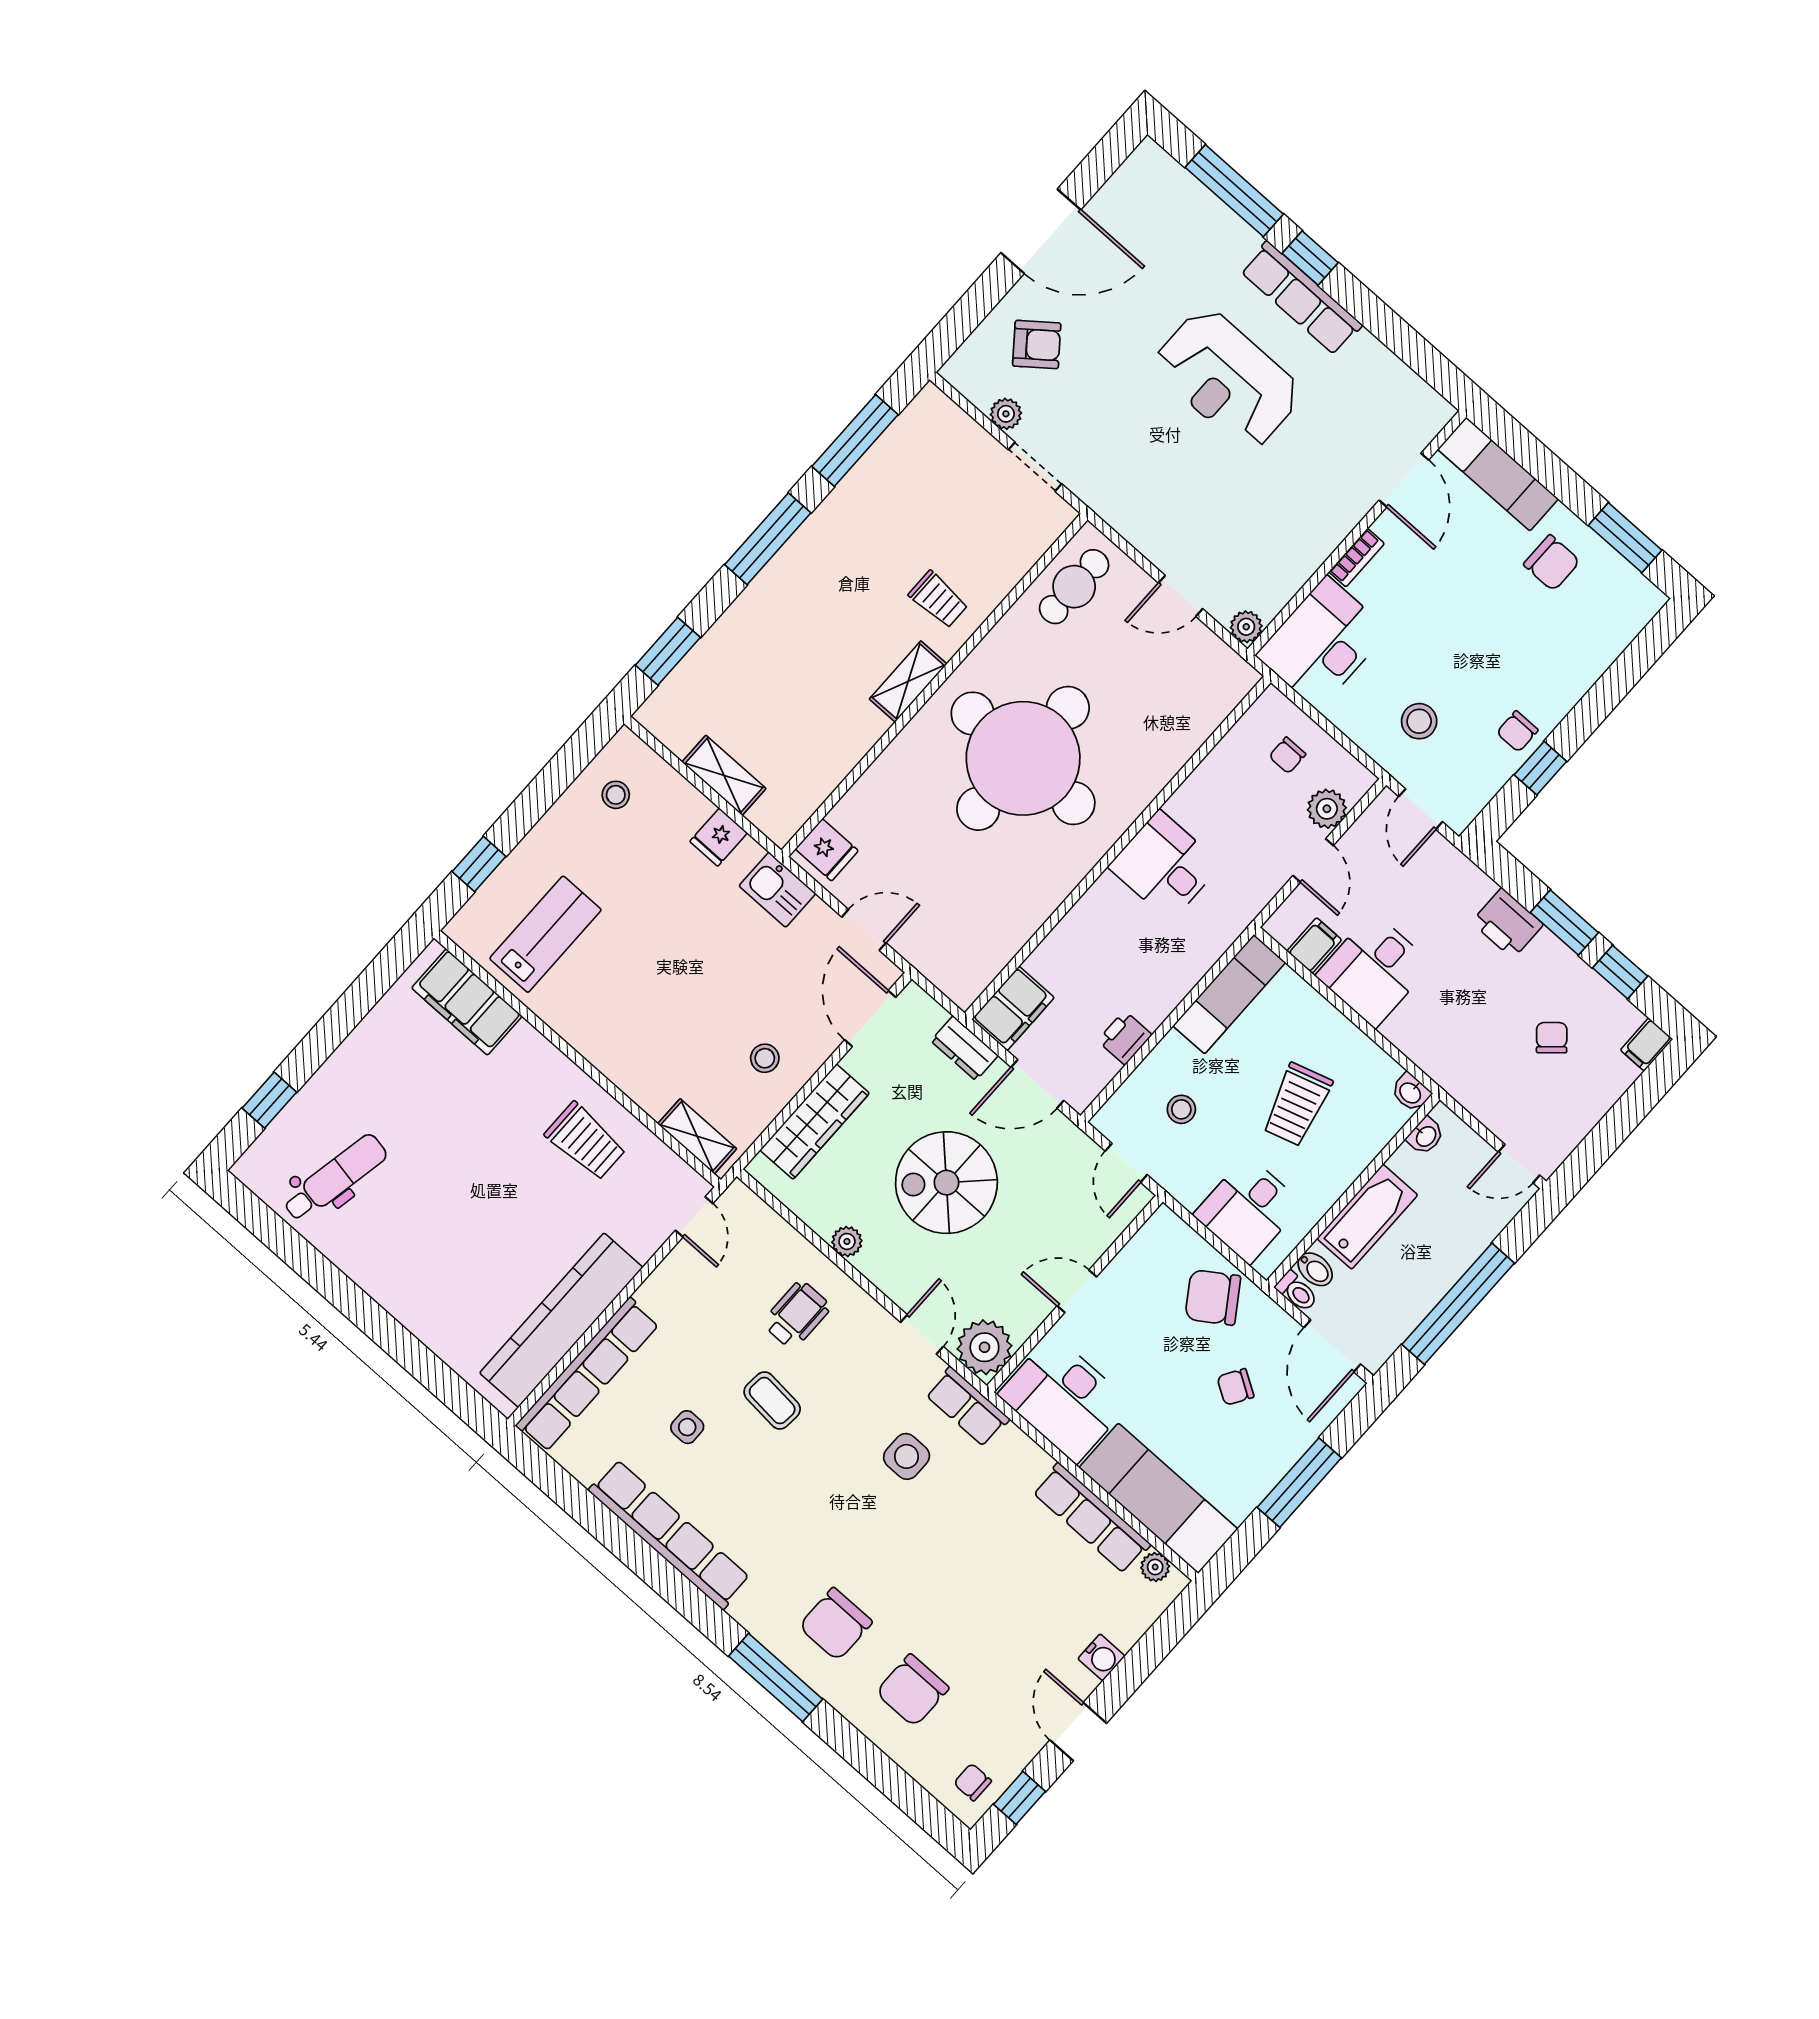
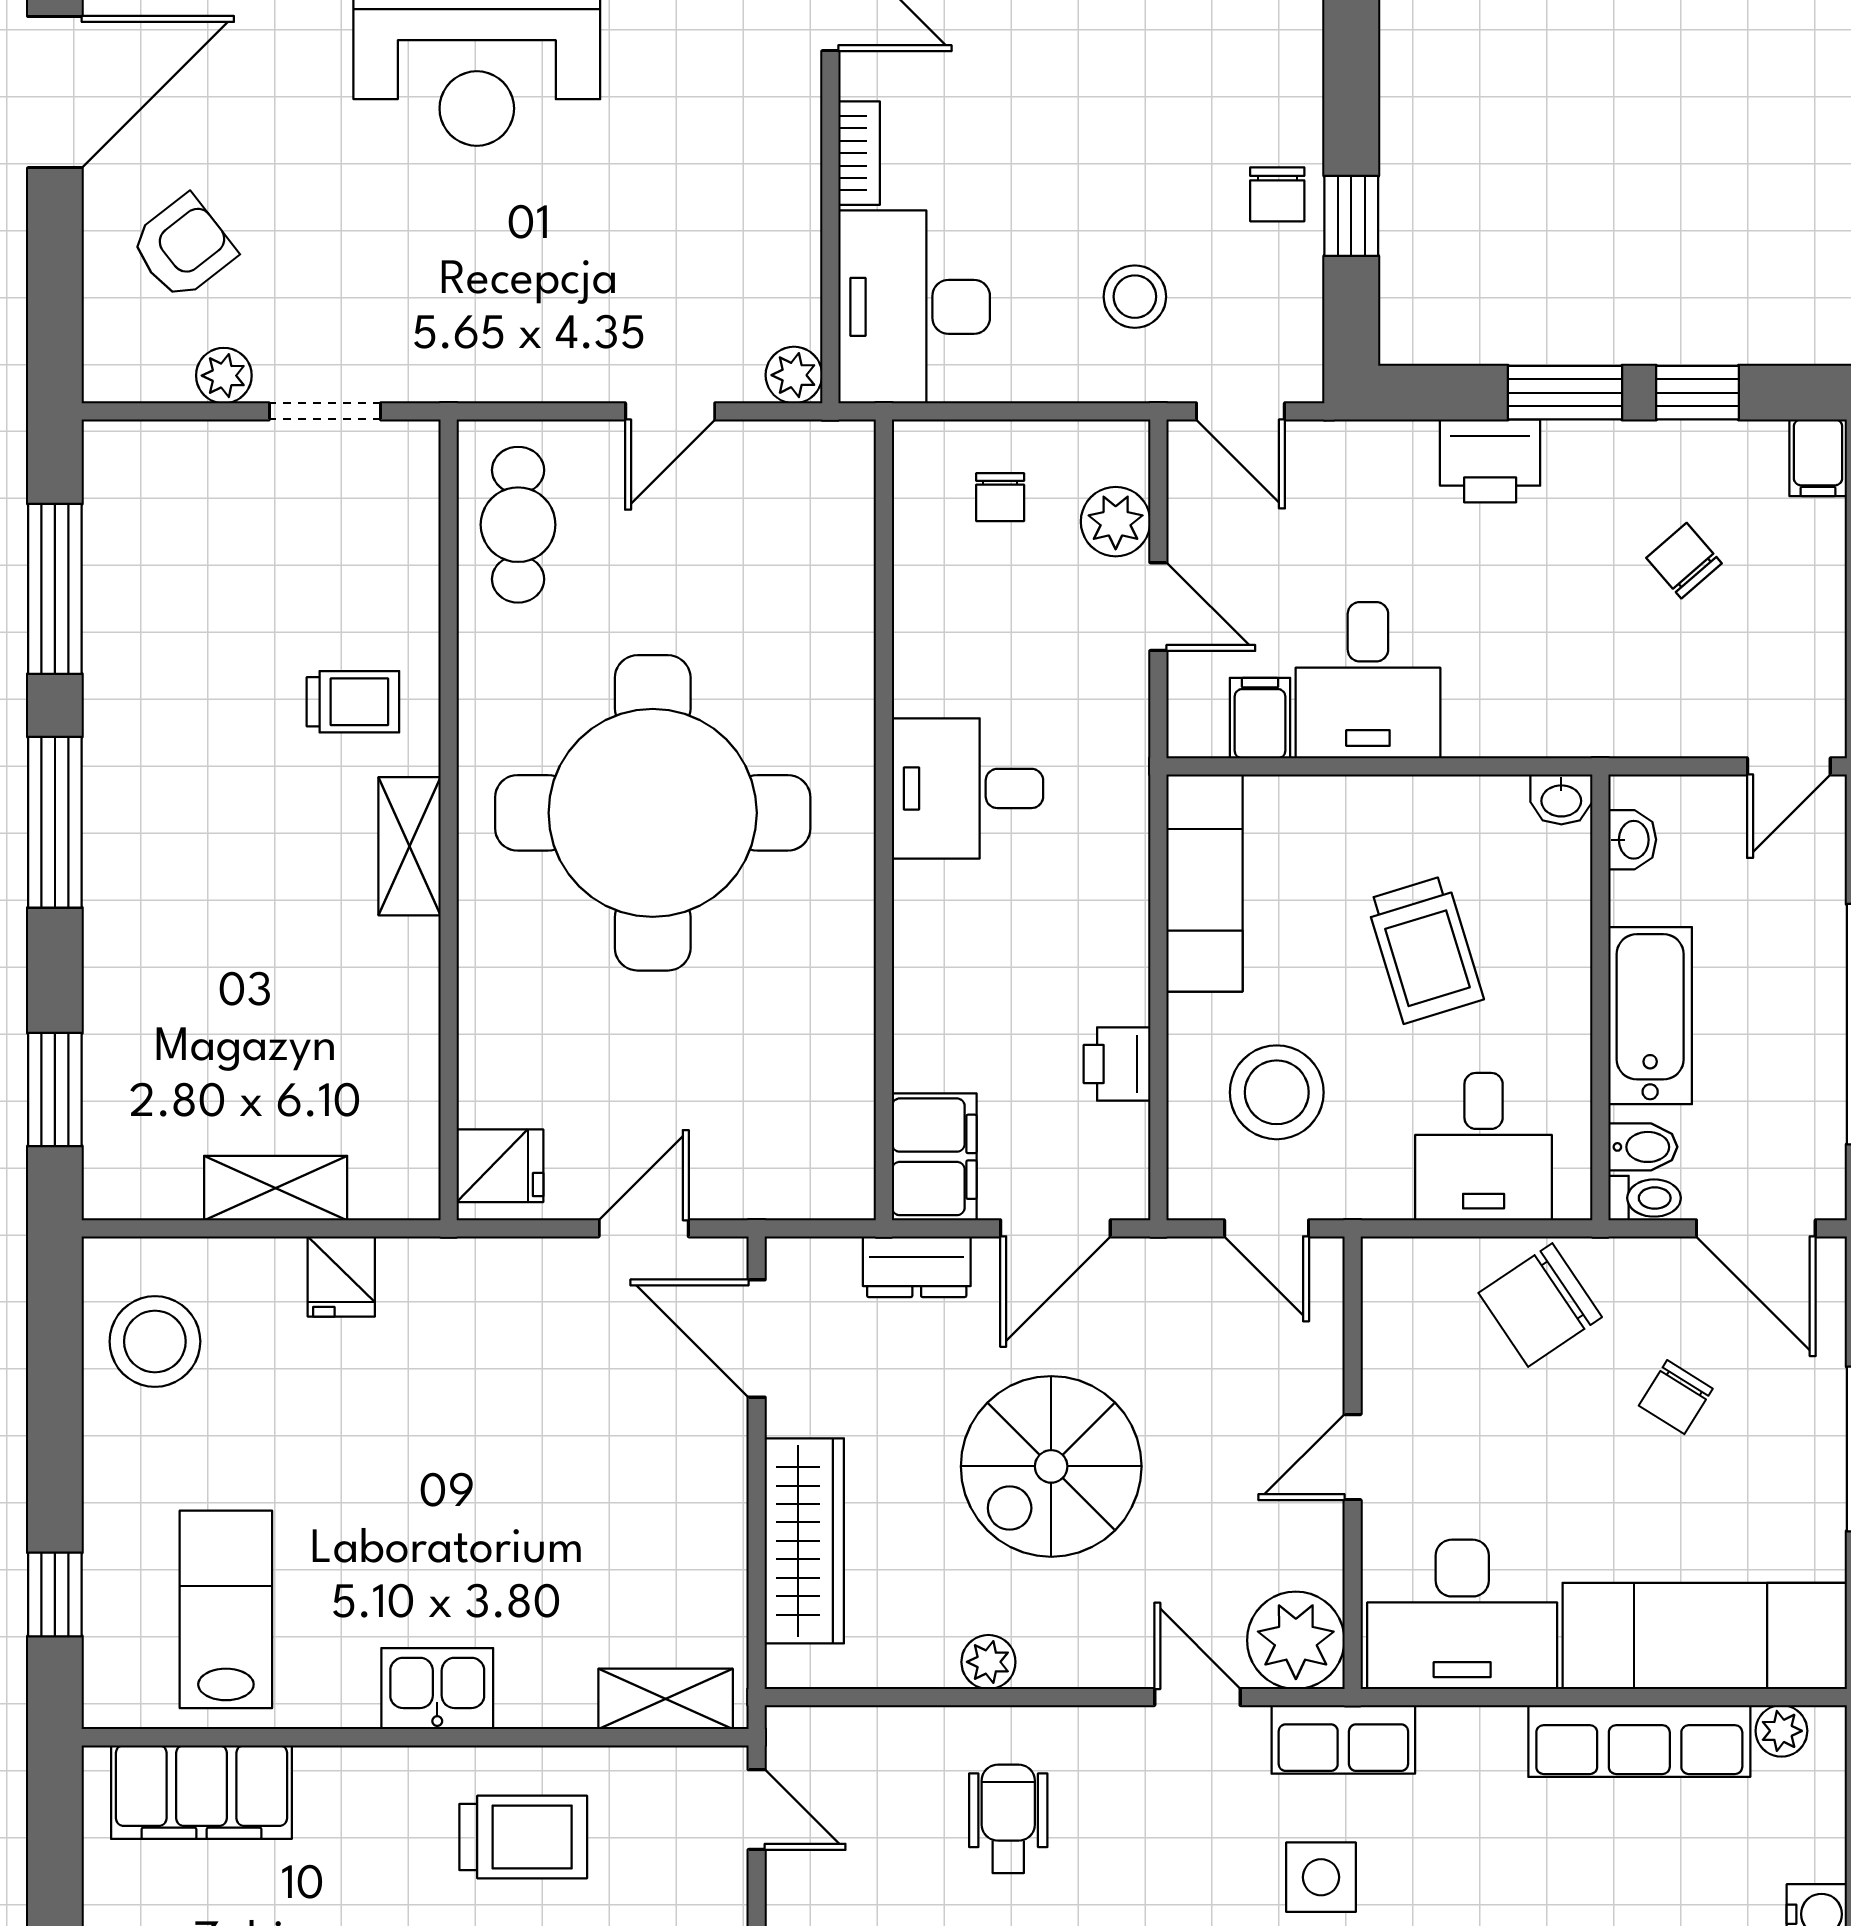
stool: (616, 795) -> (155, 1341), width x1.89, depth x1.89
kitchen sink: (777, 890) -> (437, 1689), moved, turned 180
stool: (765, 1058) -> (663, 1516), removed
stool: (1181, 1109) -> (1277, 1092), width x1.89, depth x1.89

